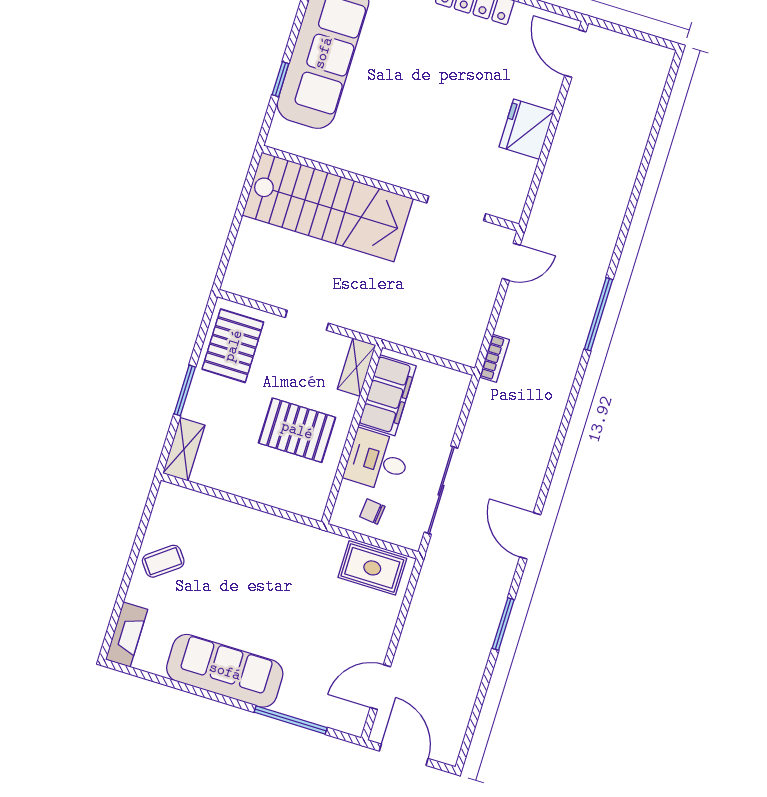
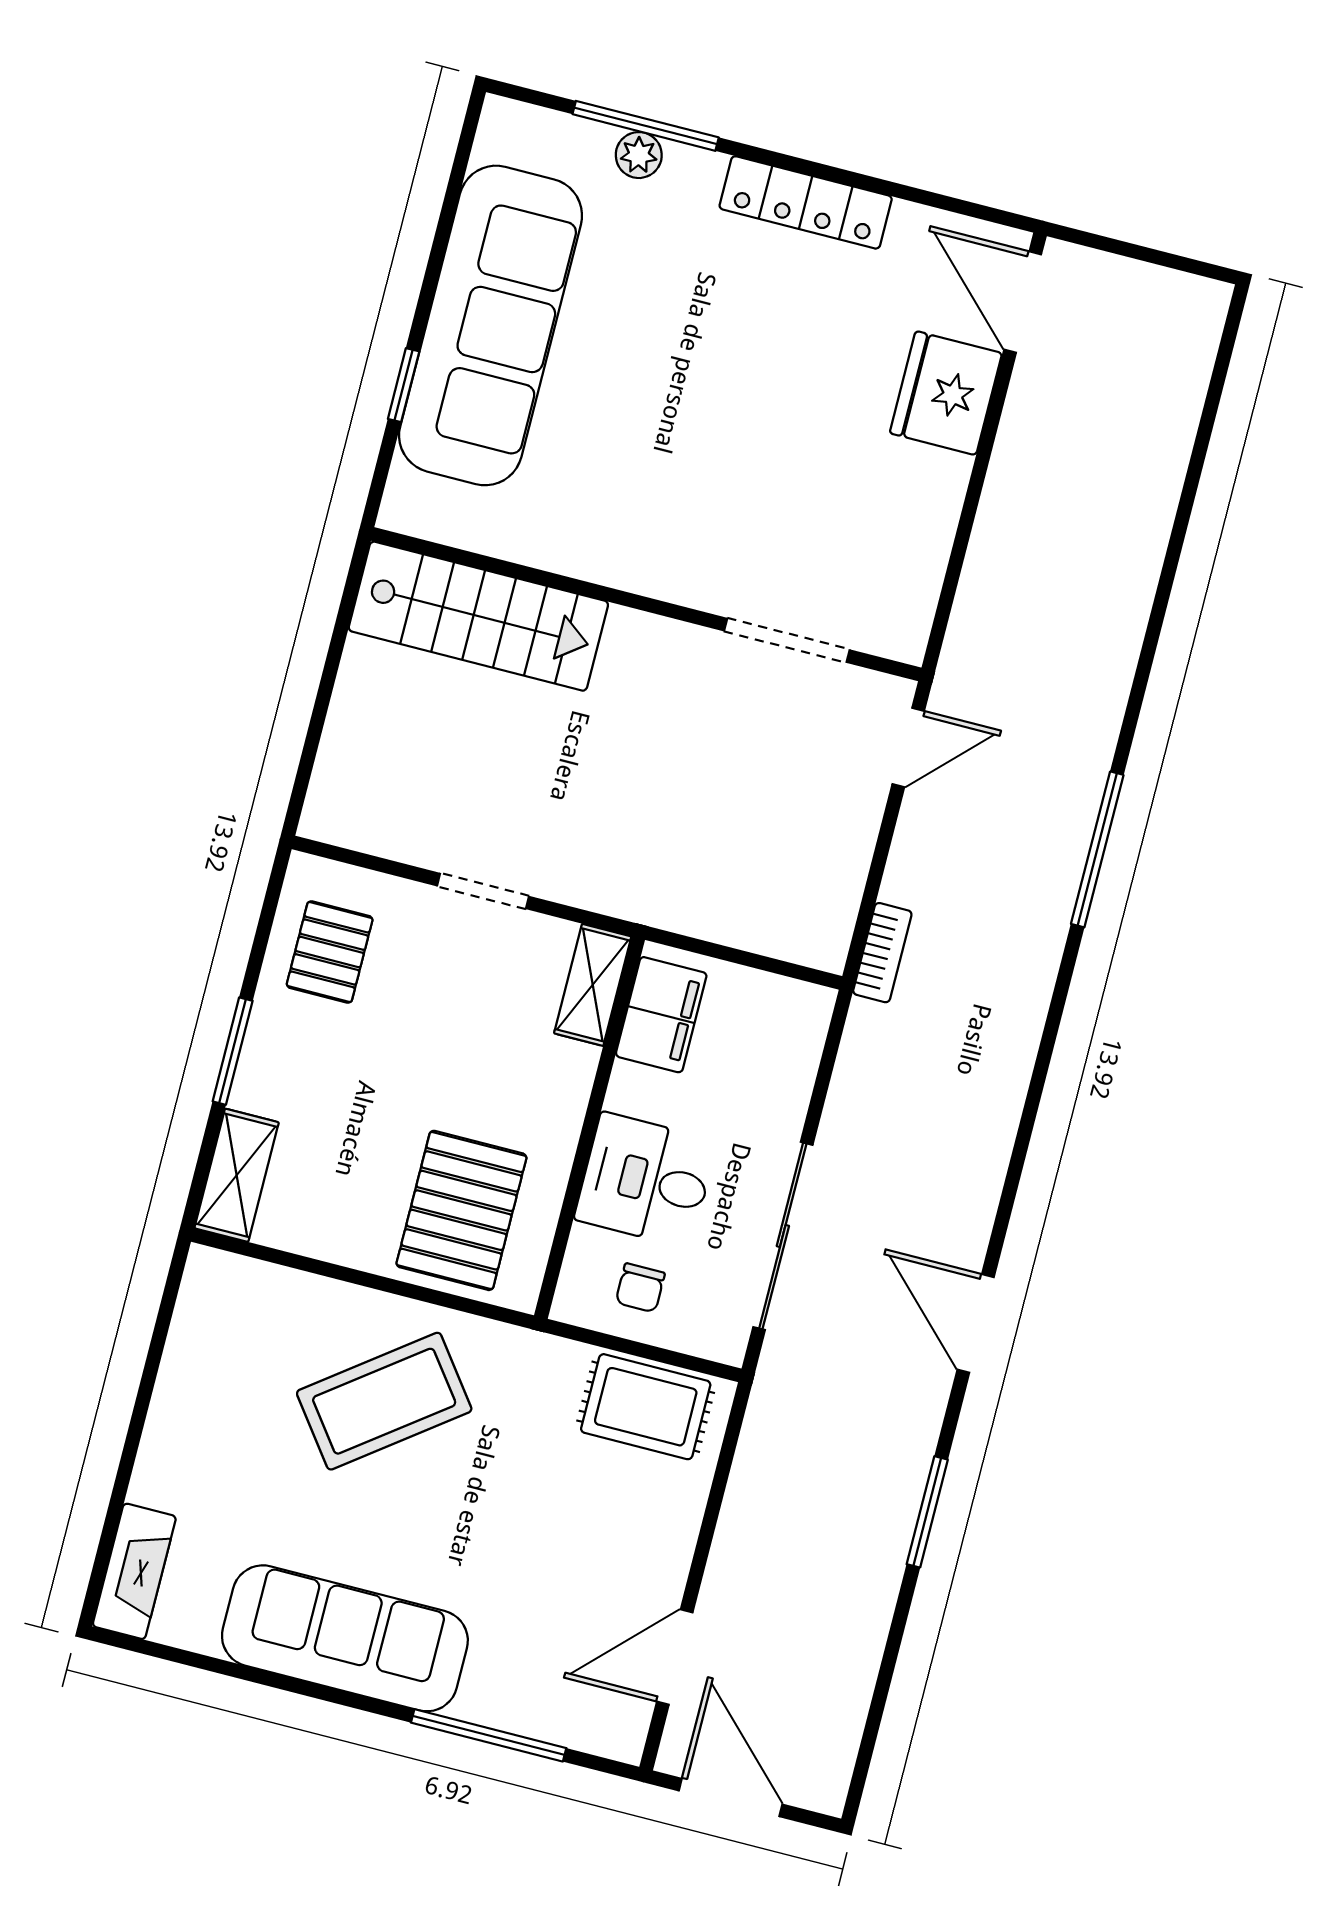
fridge: (526, 129) -> (946, 393), moved
stairs: (328, 207) -> (478, 616), width x0.73, depth x0.66
pallet: (233, 346) -> (330, 952), width x0.67, depth x0.71
filing cabinet: (387, 395) -> (661, 1015), width x0.67, depth x0.86
pallet: (297, 430) -> (461, 1210), moved, turned 90
chair: (372, 512) -> (640, 1288), turned -96
coffee table: (163, 561) -> (384, 1401), moved, width x1.86, depth x1.72

